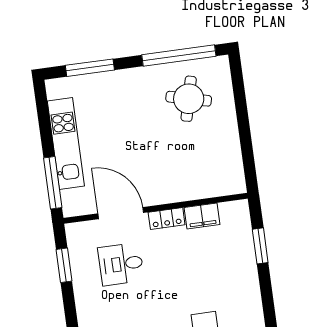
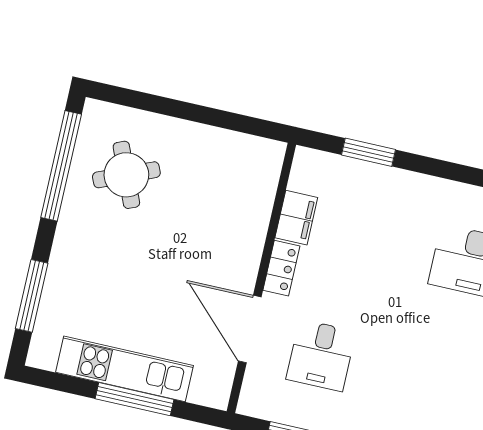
round table: (189, 99) -> (126, 175), turned -37
window: (53, 183) -> (135, 399), moved
door: (121, 213) -> (250, 329), hinge flipped

